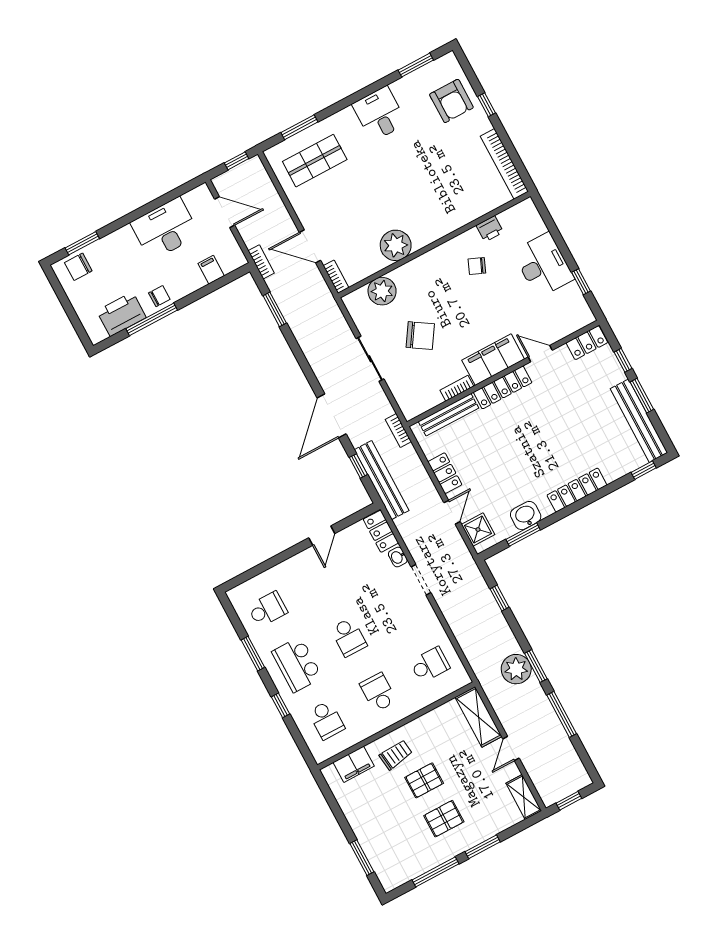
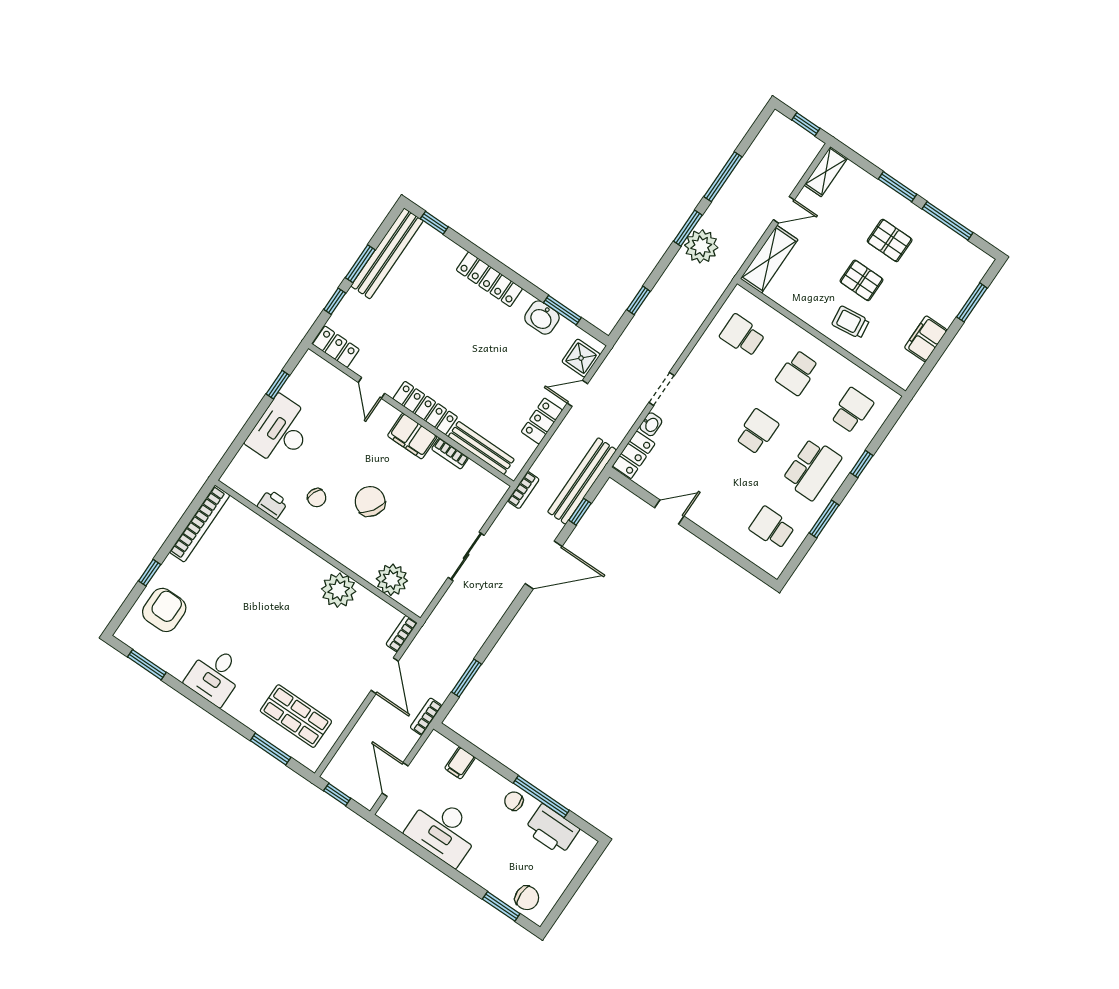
chair: (420, 336) -> (370, 501), moved
filing cabinet: (493, 360) -> (412, 436), width x0.67, depth x0.86
filing cabinet: (354, 764) -> (926, 339), moved, turned -90

